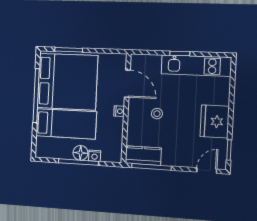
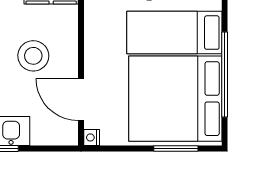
nightstand: (119, 111) -> (92, 137), moved
stool: (157, 114) -> (33, 56), width x1.89, depth x1.89

